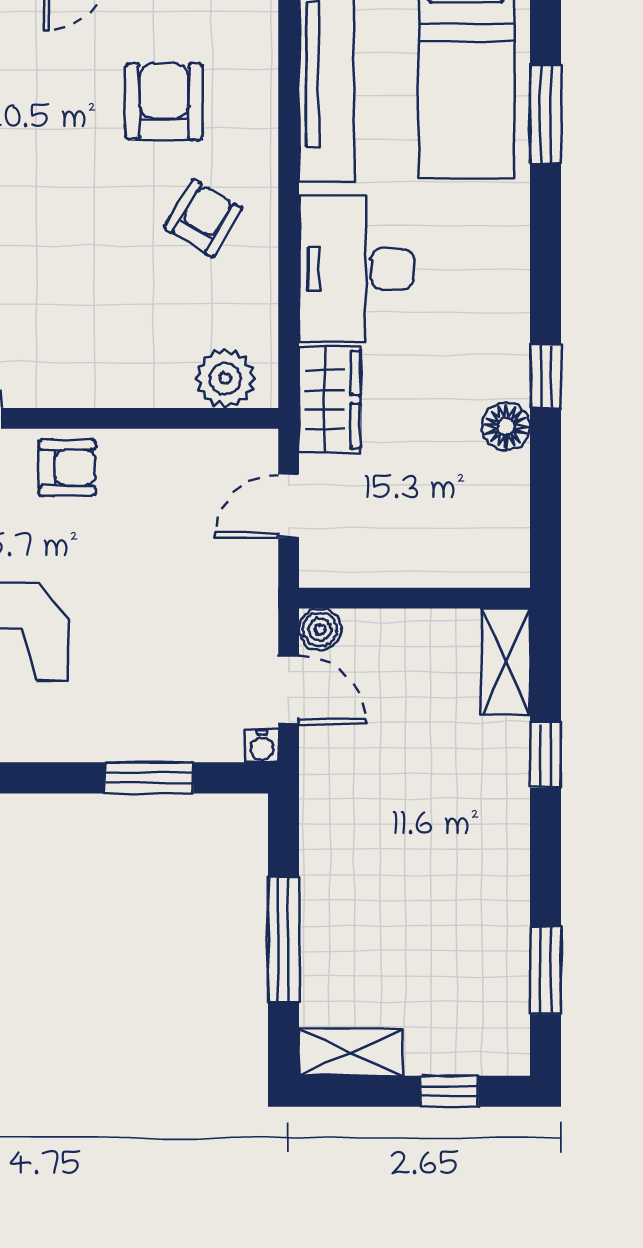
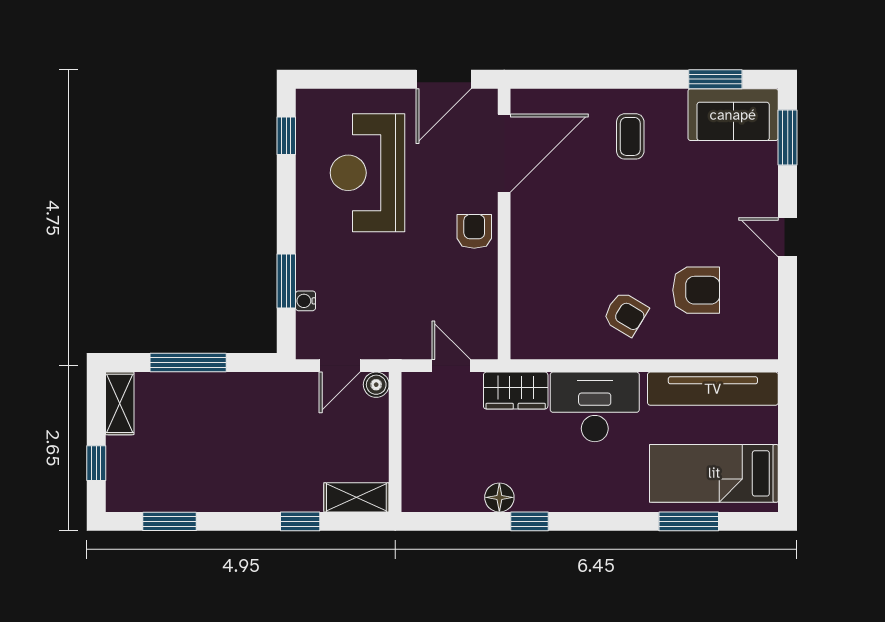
plant: (225, 378) -> (528, 327), removed
armchair: (67, 468) -> (474, 231), turned 180
water cooler: (262, 746) -> (305, 301), moved

